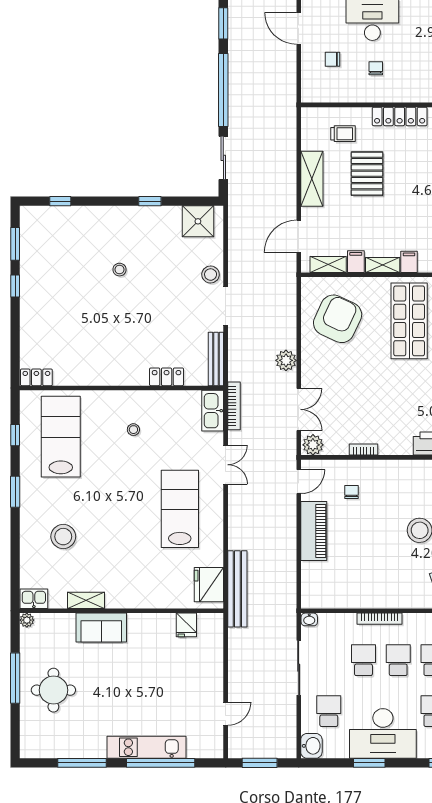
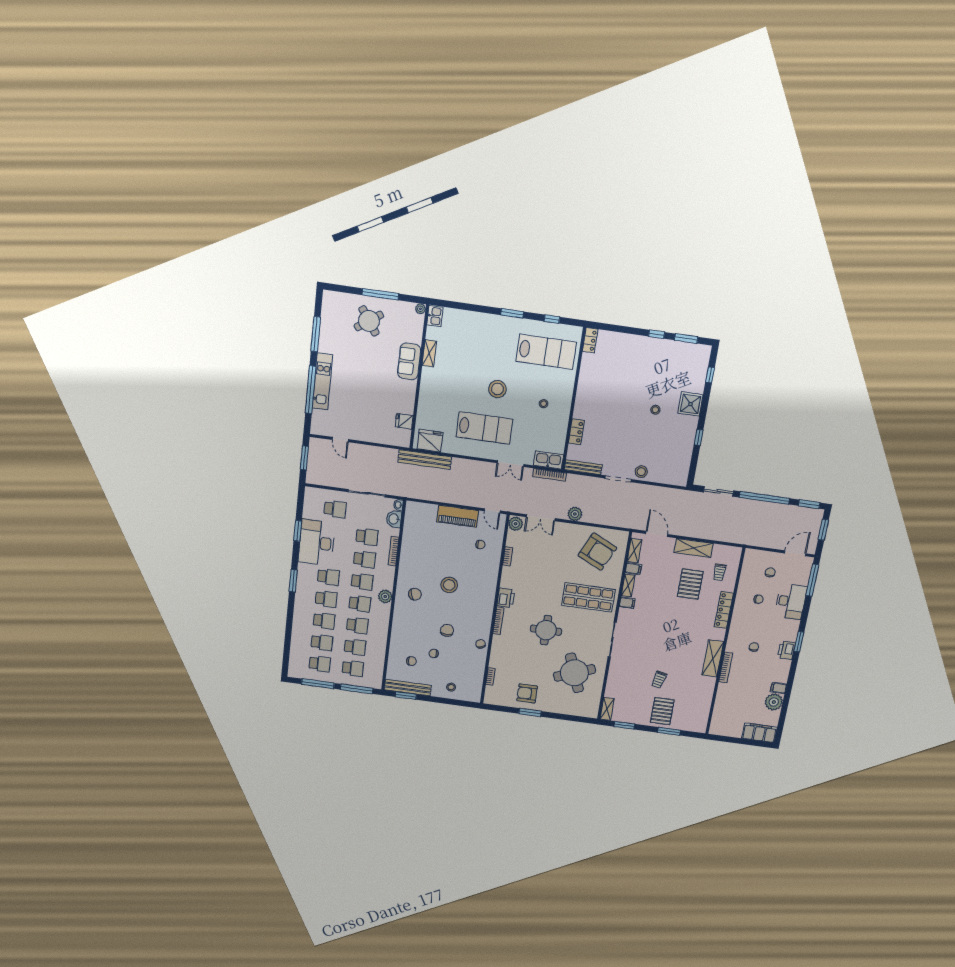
pallet: (367, 174) -> (690, 584), turned 90
shower: (198, 221) -> (690, 404), moved
stool: (63, 537) -> (497, 389), moved
round table: (53, 690) -> (369, 321), turned -35
washbasin: (311, 746) -> (394, 519), moved, turned 90

